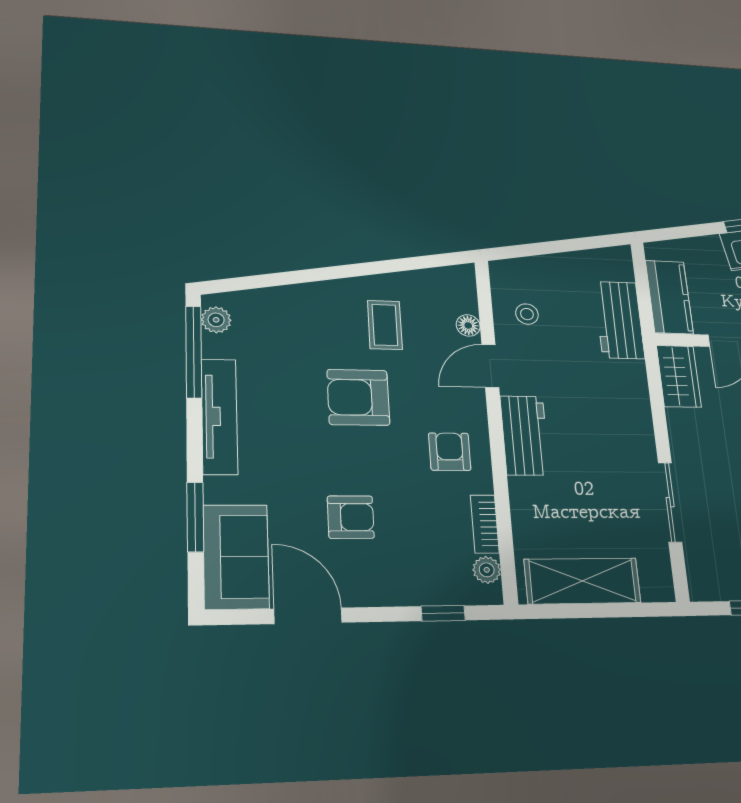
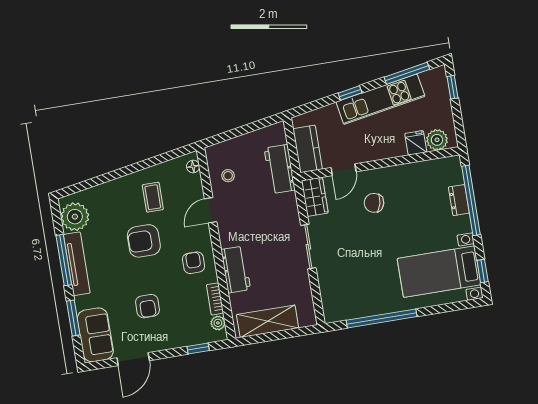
plant: (216, 320) -> (75, 217), width x1.88, depth x1.88
floor lamp: (468, 325) -> (193, 166), moved
window: (194, 352) -> (64, 260), moved
workbench: (525, 435) -> (236, 270), moved
sliding door: (670, 502) -> (308, 247), moved
armchair: (351, 517) -> (147, 306), turned 90
door: (308, 616) -> (133, 359), swing flipped

